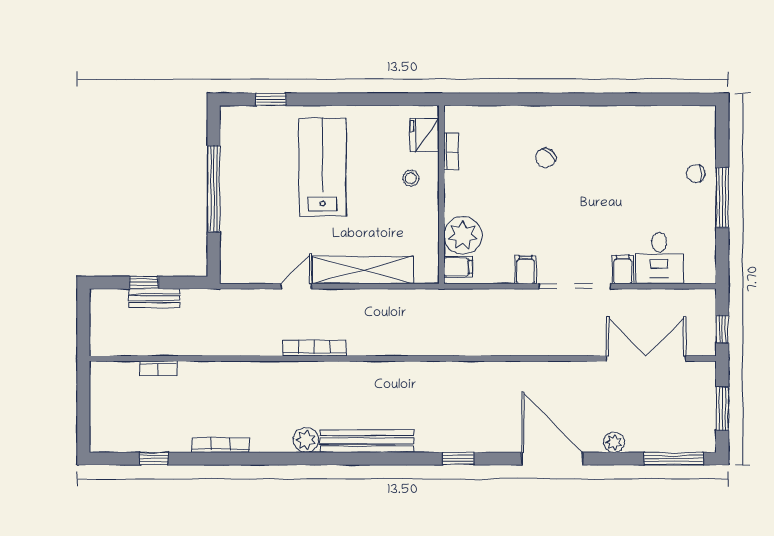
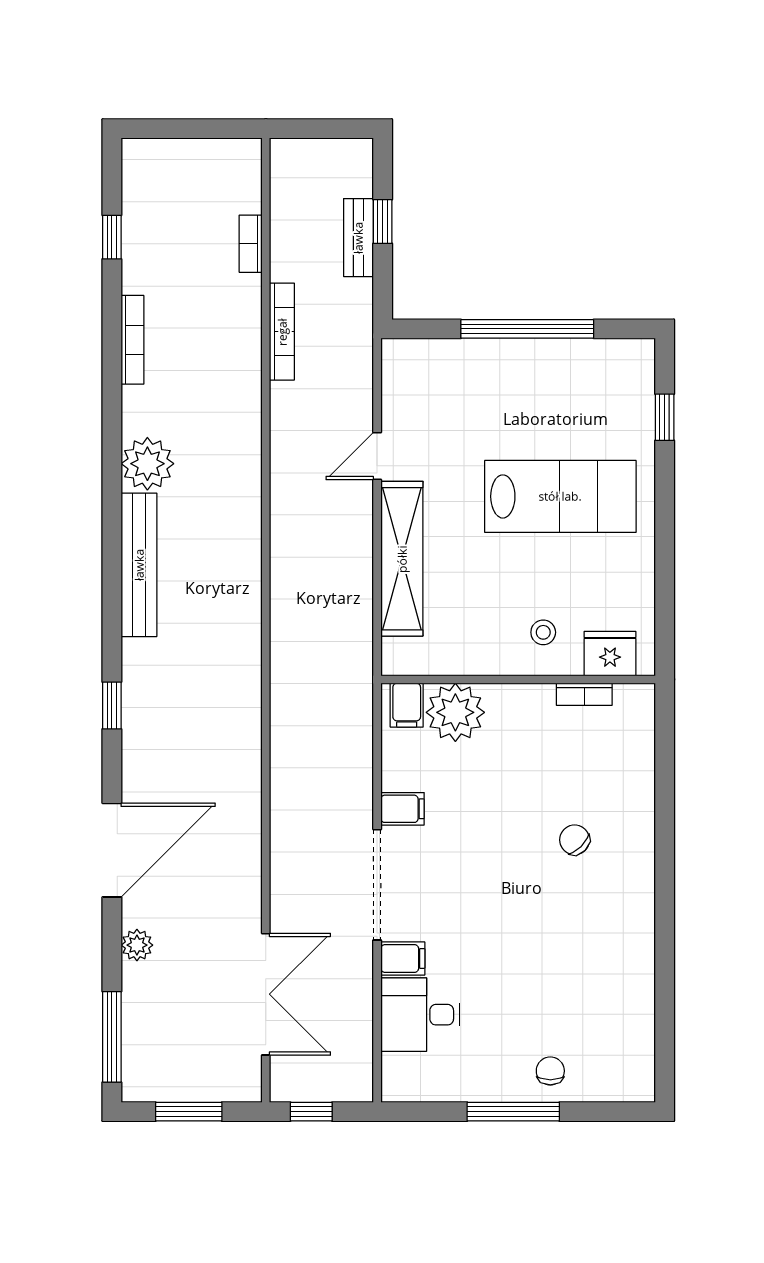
door: (296, 286) -> (377, 456), swing flipped
bookcase: (314, 348) -> (282, 332), moved
plant: (306, 440) -> (147, 464), width x1.36, depth x1.36

